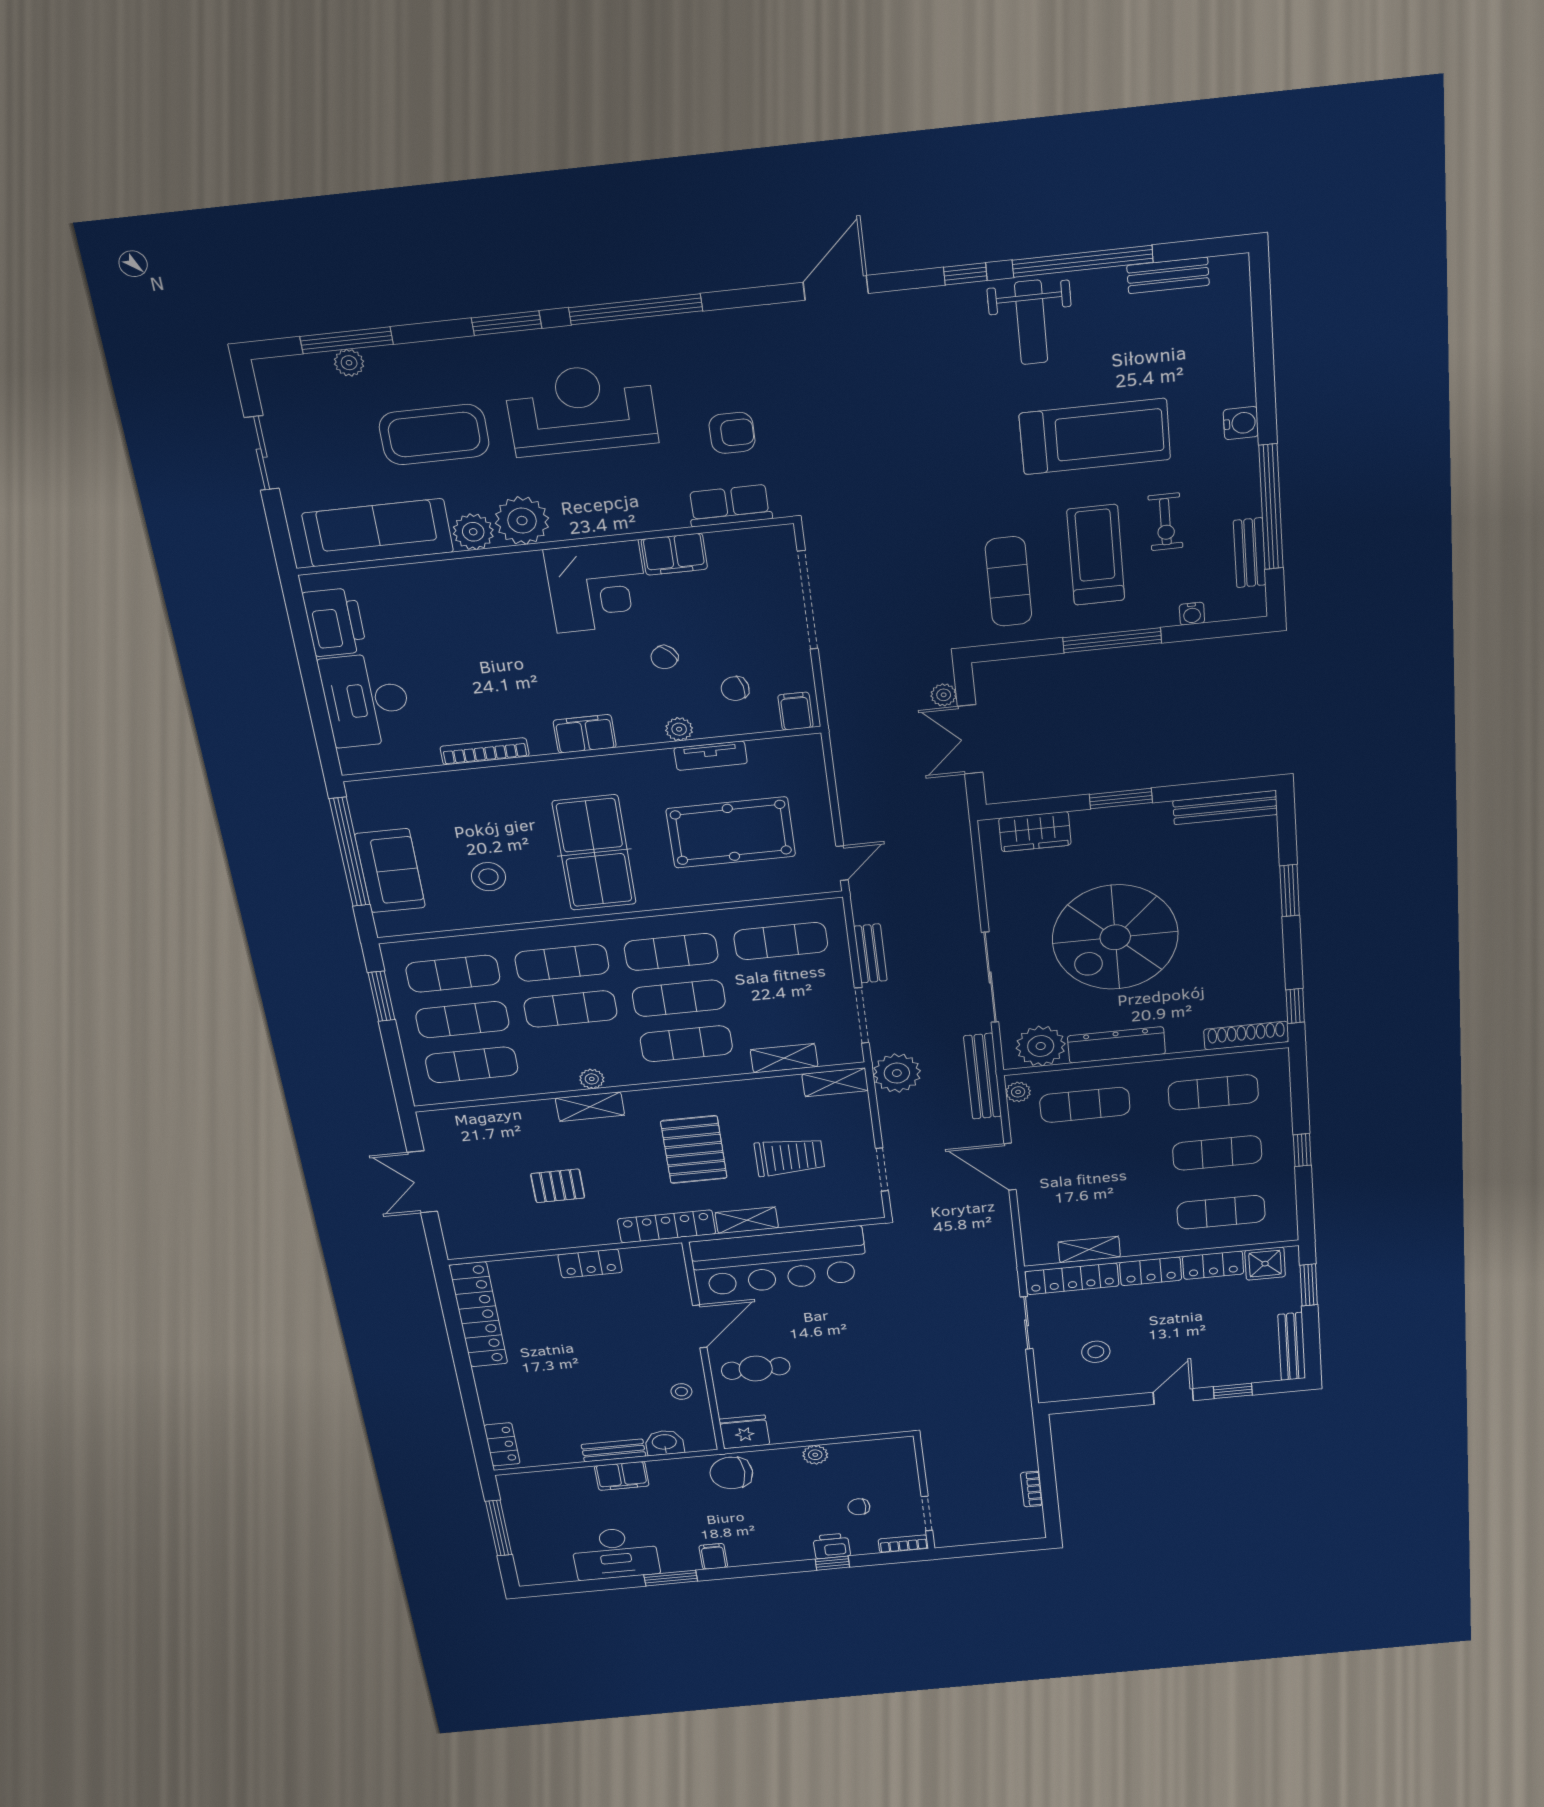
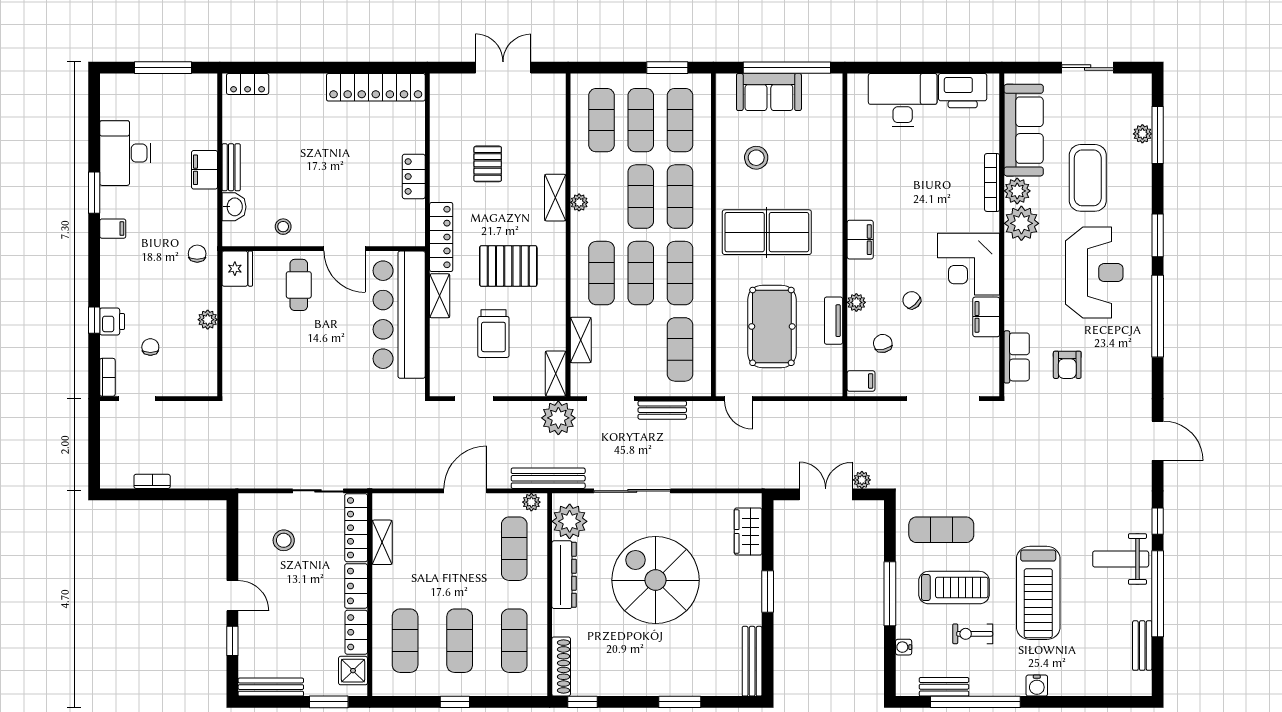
bookcase: (485, 751) -> (992, 183), moved, turned 180
chair: (731, 1473) -> (197, 254), width x0.54, depth x0.54

